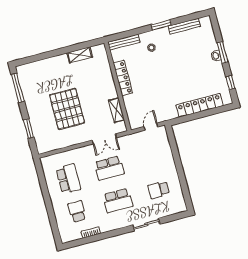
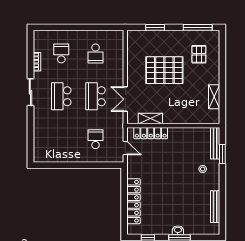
window: (161, 25) -> (222, 154), moved
locker: (123, 78) -> (151, 133), moved
pallet: (43, 80) -> (199, 54), added
school desk: (68, 179) -> (96, 53), width x0.54
school desk: (159, 190) -> (96, 139), moved
school desk: (77, 211) -> (61, 53), turned -90
sliding door: (146, 225) -> (30, 92), moved

